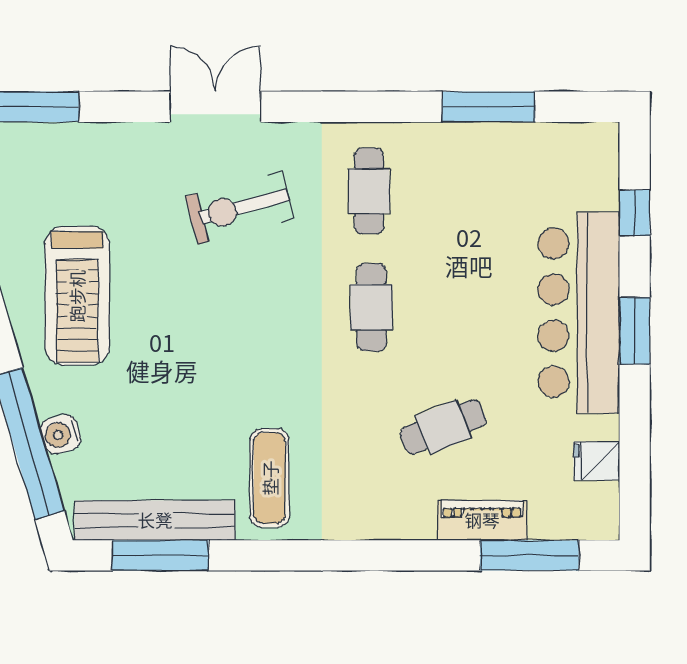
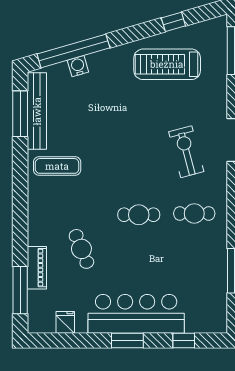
treadmill: (77, 296) -> (167, 64), moved

